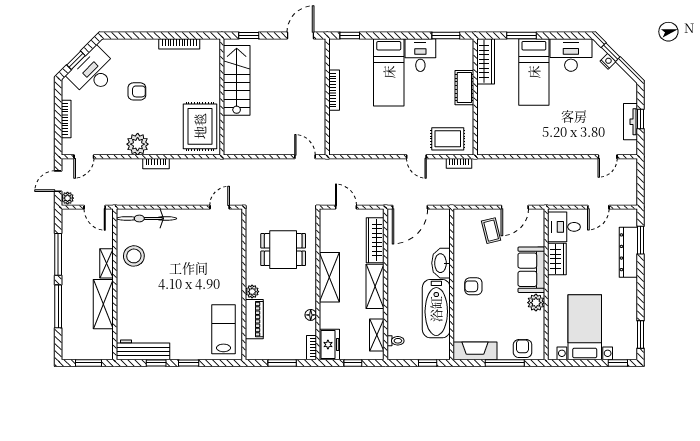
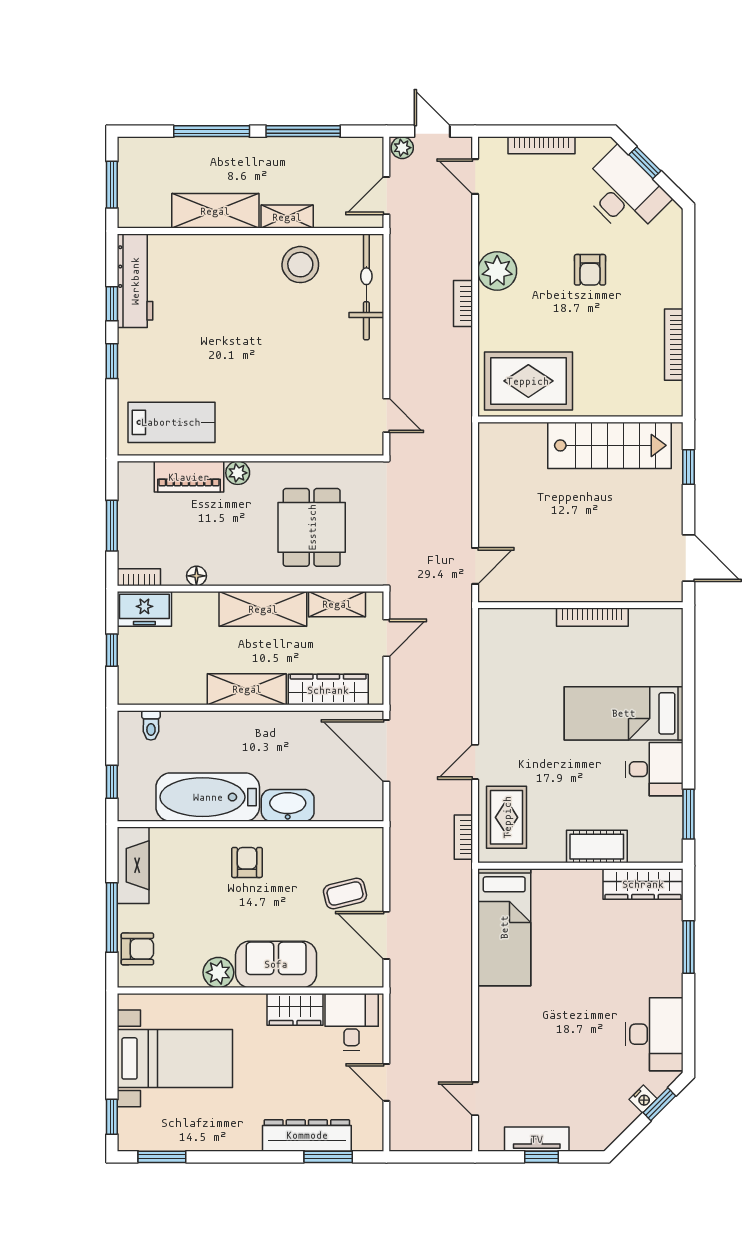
window: (350, 36) -> (688, 645), removed
bed: (534, 72) -> (504, 927), moved, turned -90
shelving: (377, 335) -> (337, 604), moved

